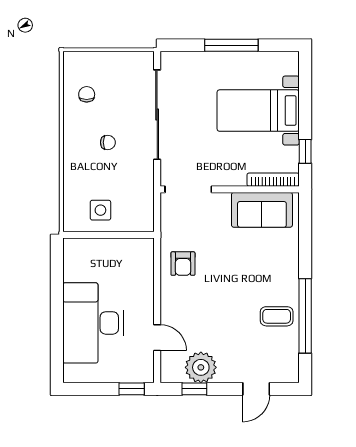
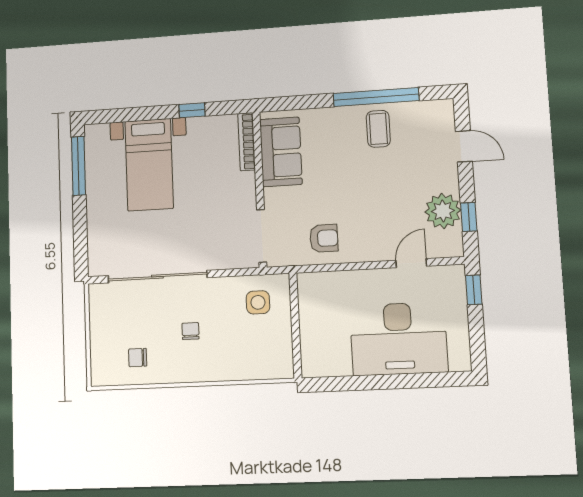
window: (231, 45) -> (78, 166), moved
bookcase: (273, 180) -> (247, 142), moved
doorway: (188, 189) -> (262, 236), moved
wall: (230, 189) -> (260, 189), moved
side table: (100, 210) -> (258, 302), moved
sofa: (262, 210) -> (281, 152), moved

